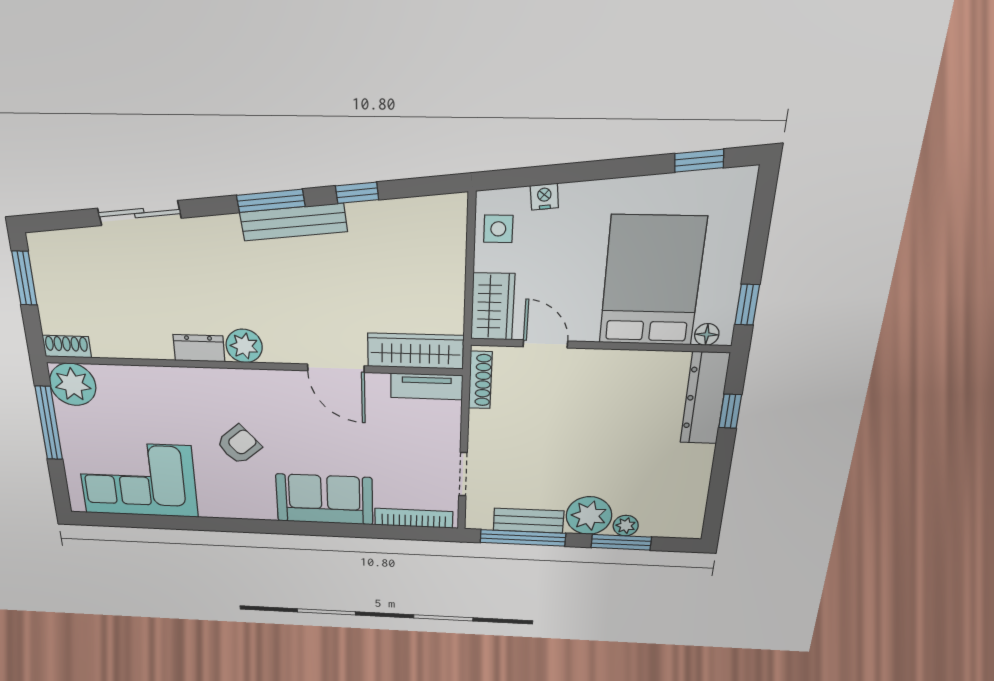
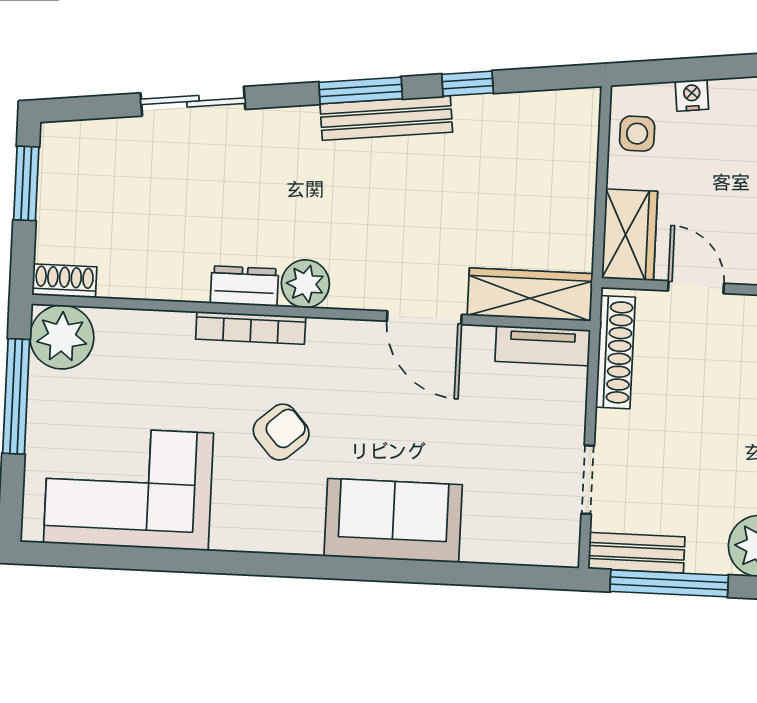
shoe rack: (480, 380) -> (615, 352), width x1.36, depth x1.24
bookcase: (414, 518) -> (251, 328), moved, turned 180
bench: (528, 521) -> (636, 553), moved

